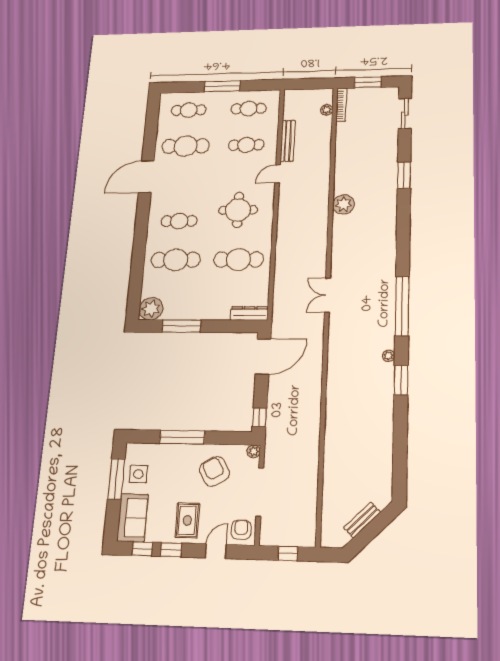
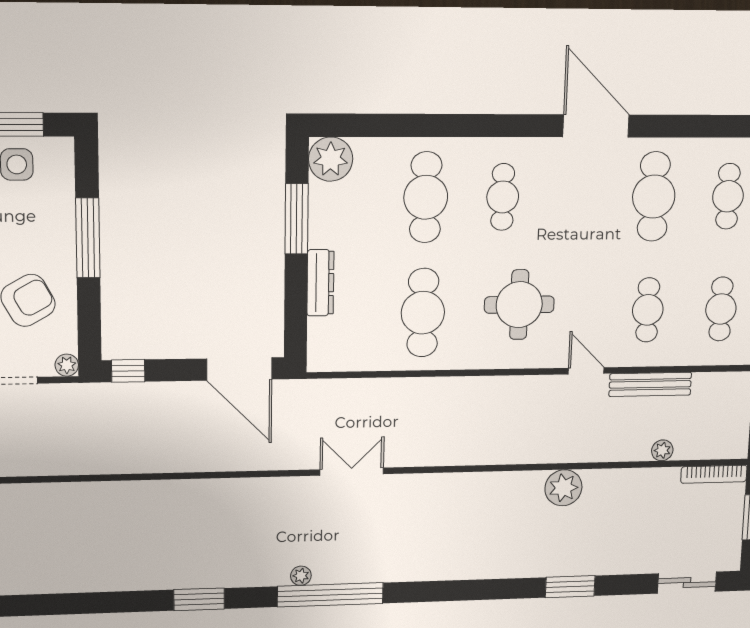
plant: (327, 110) -> (662, 450), moved
plant: (344, 204) -> (563, 488), moved
dresser: (249, 313) -> (320, 283), moved
plant: (389, 356) -> (301, 576), moved

